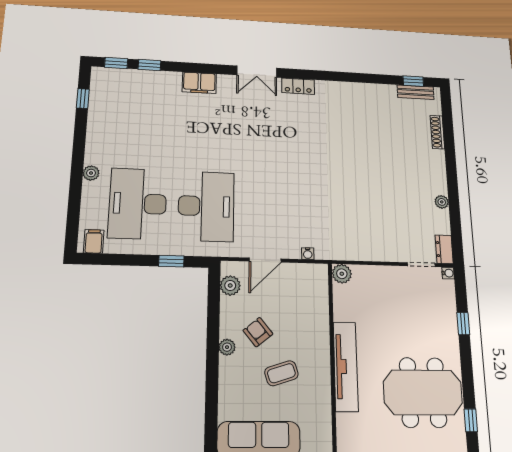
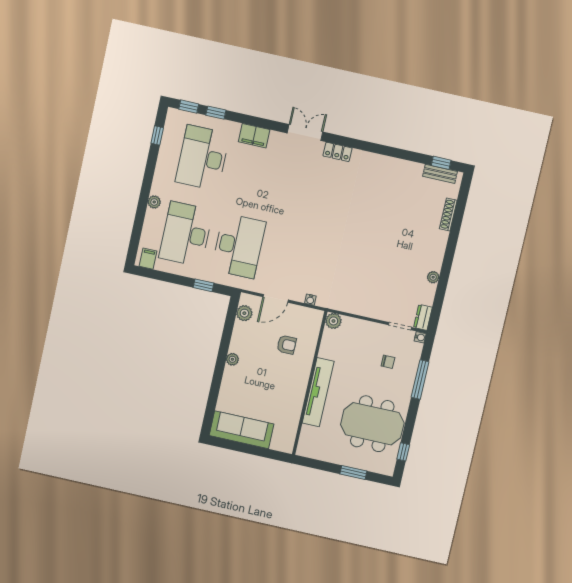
double door: (257, 72) -> (305, 132), swing flipped
desk: (143, 115) -> (203, 158), added
chair: (420, 310) -> (388, 362), added
window: (463, 324) -> (420, 380), width x2.17
armchair: (258, 332) -> (287, 345), moved, turned 129
coffee table: (281, 373) -> (269, 387), removed

